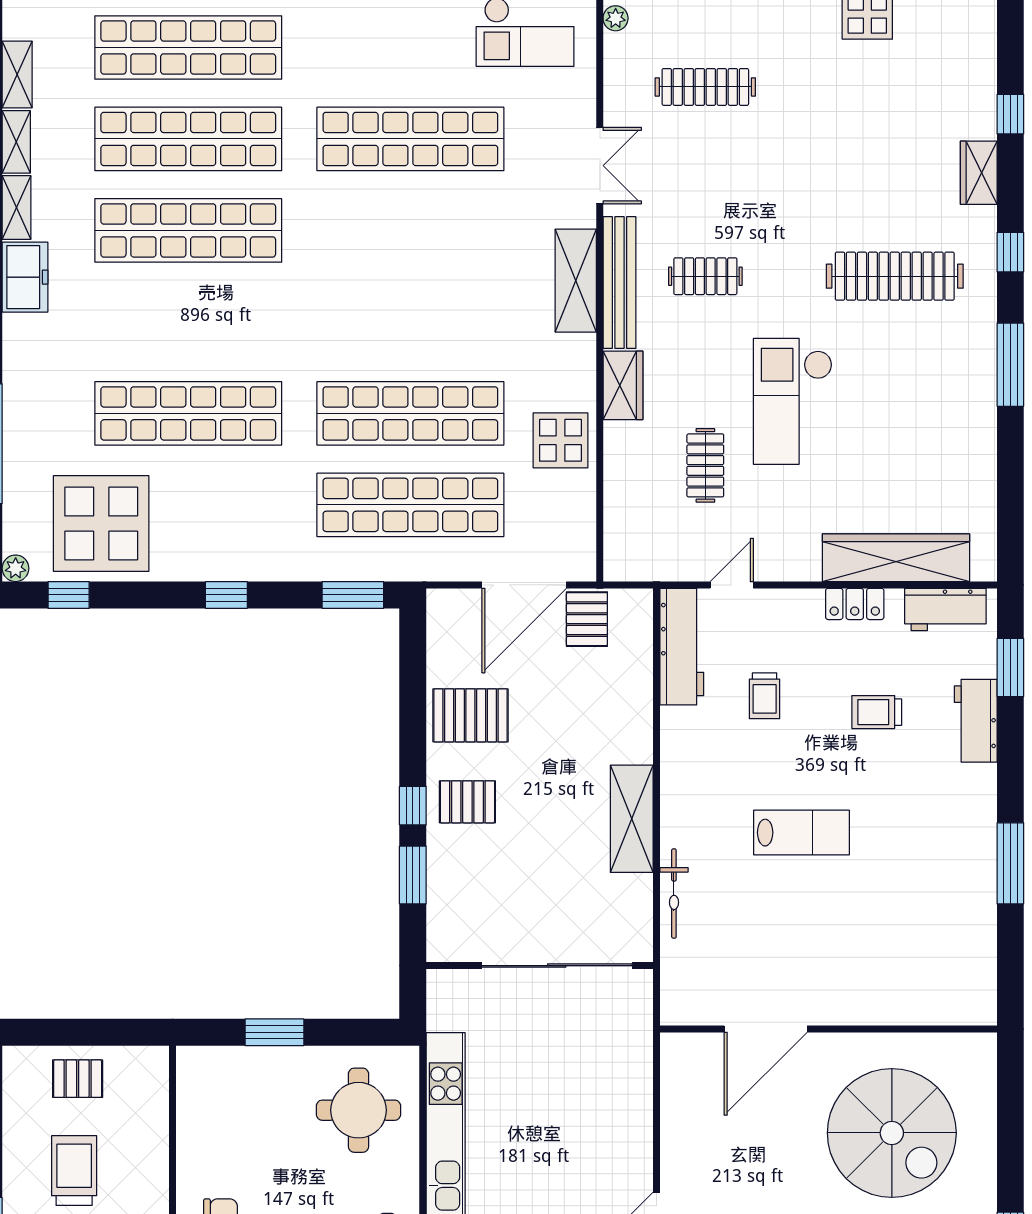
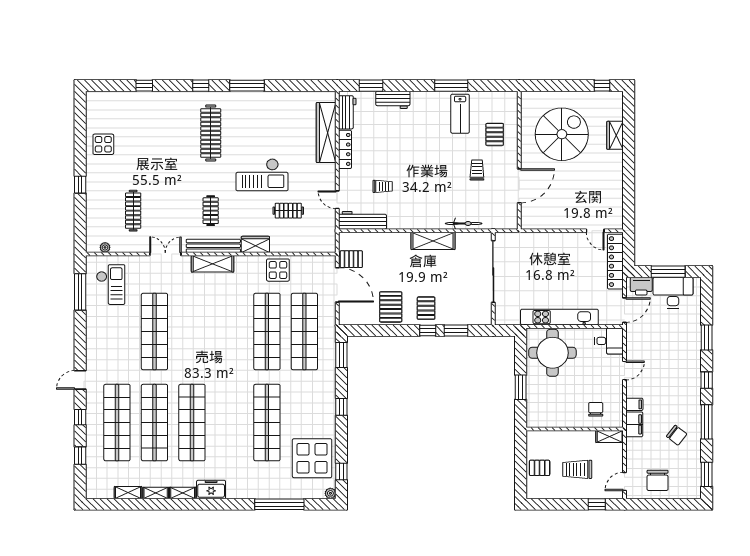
wardrobe: (979, 173) -> (168, 99), removed
locker: (855, 604) -> (345, 149), width x1.53
trolley: (877, 712) -> (477, 170), moved, turned 180
lab bench: (801, 833) -> (460, 114), moved, turned 180
pallet: (891, 969) -> (495, 134), added
door: (766, 1029) -> (519, 186), hinge flipped
pallet: (78, 1079) -> (540, 468), turned 90
round table: (359, 1110) -> (552, 353), width x1.36, depth x1.36

